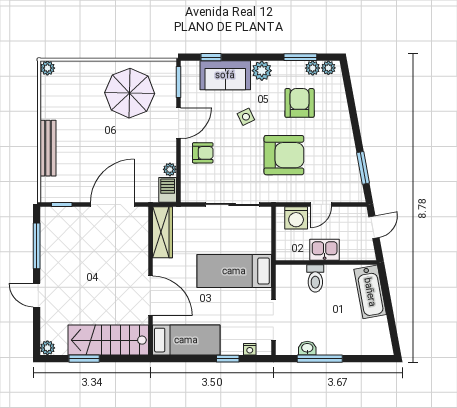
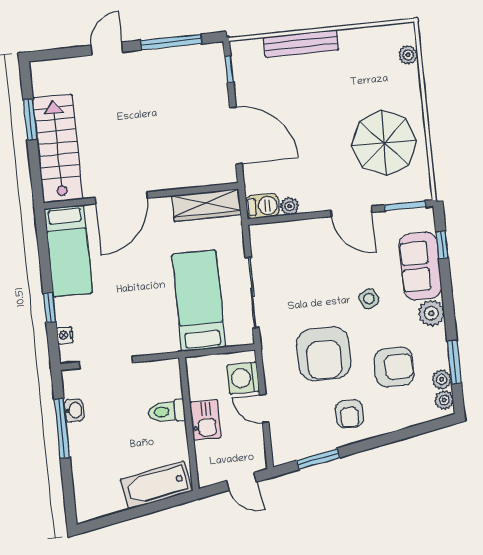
plant: (47, 68) -> (408, 55), moved
armchair: (203, 153) -> (349, 414), moved
bed: (234, 271) -> (199, 301), moved
plant: (47, 348) -> (39, 70), removed

